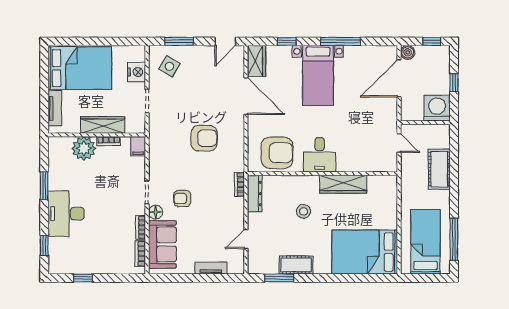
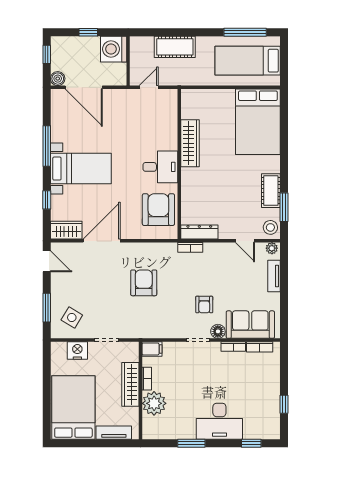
stool: (303, 211) -> (270, 227), moved
plant: (238, 266) -> (272, 248), added

